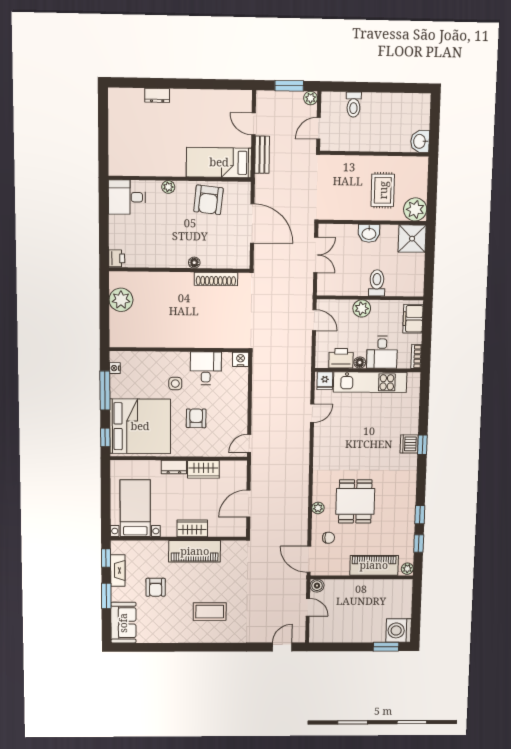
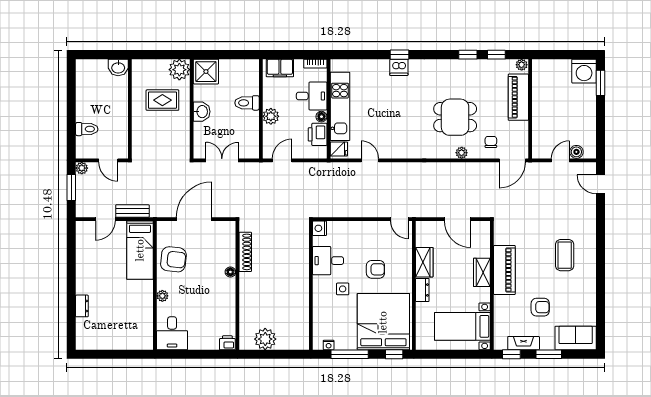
armchair: (196, 418) -> (375, 269), turned 180
boiler: (317, 586) -> (576, 152), moved

